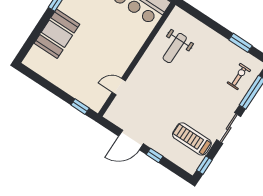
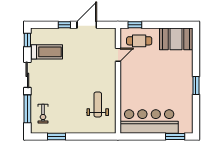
booth: (57, 34) -> (176, 39), moved, turned 90
cafe table: (87, 87) -> (139, 41), added

